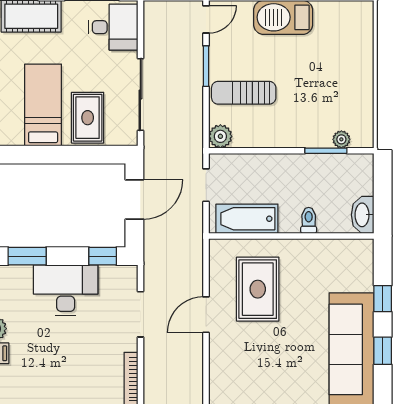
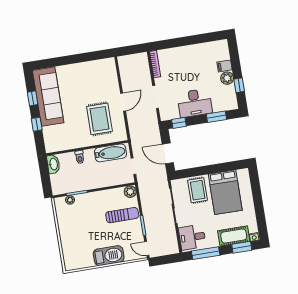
door: (206, 19) -> (147, 248), hinge flipped
bed: (43, 105) -> (225, 192), width x1.50
door: (134, 200) -> (168, 153), hinge flipped

